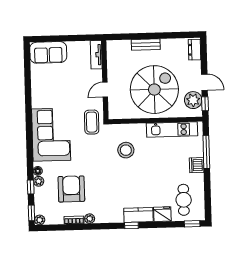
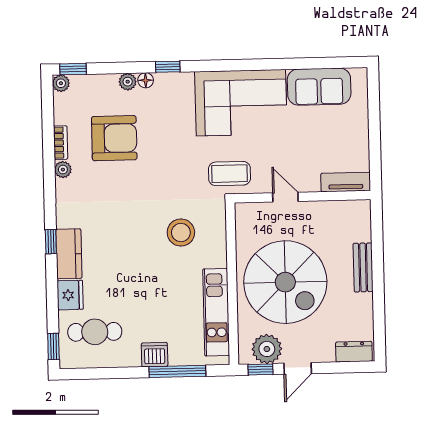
sofa: (48, 52) -> (319, 87), moved, turned -90
corner sofa: (51, 135) -> (241, 103), moved
window: (31, 187) -> (168, 67), moved

